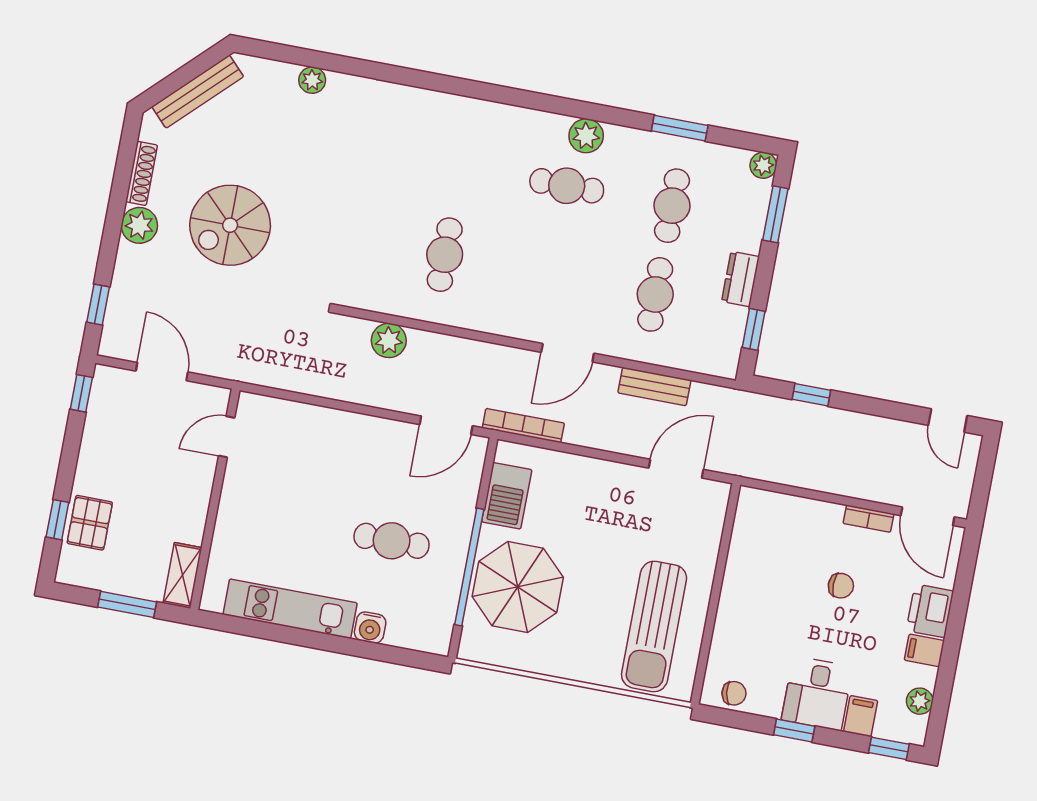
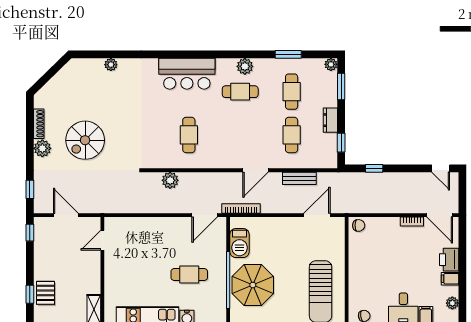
bench: (198, 92) -> (58, 80), removed
bar counter: (464, 128) -> (187, 74), added
chair: (841, 586) -> (359, 225), moved

